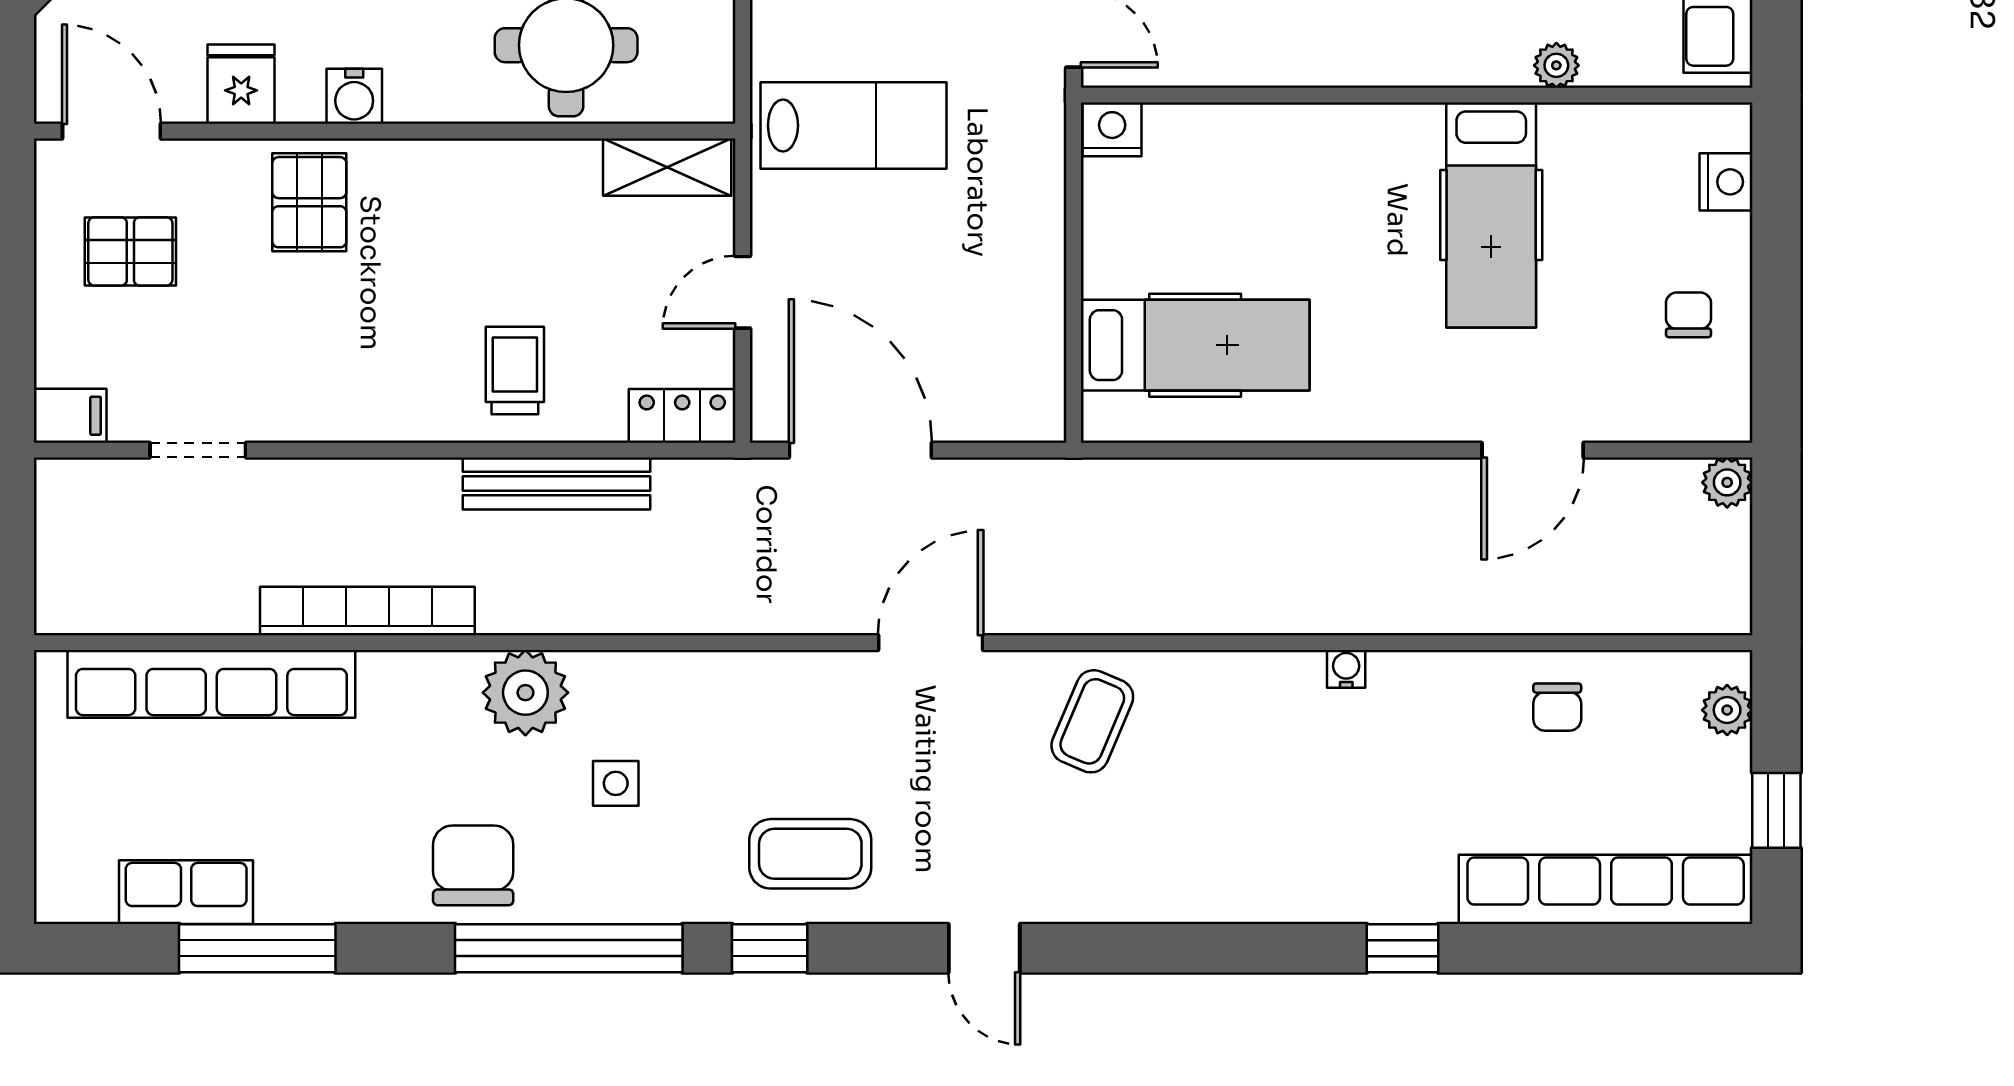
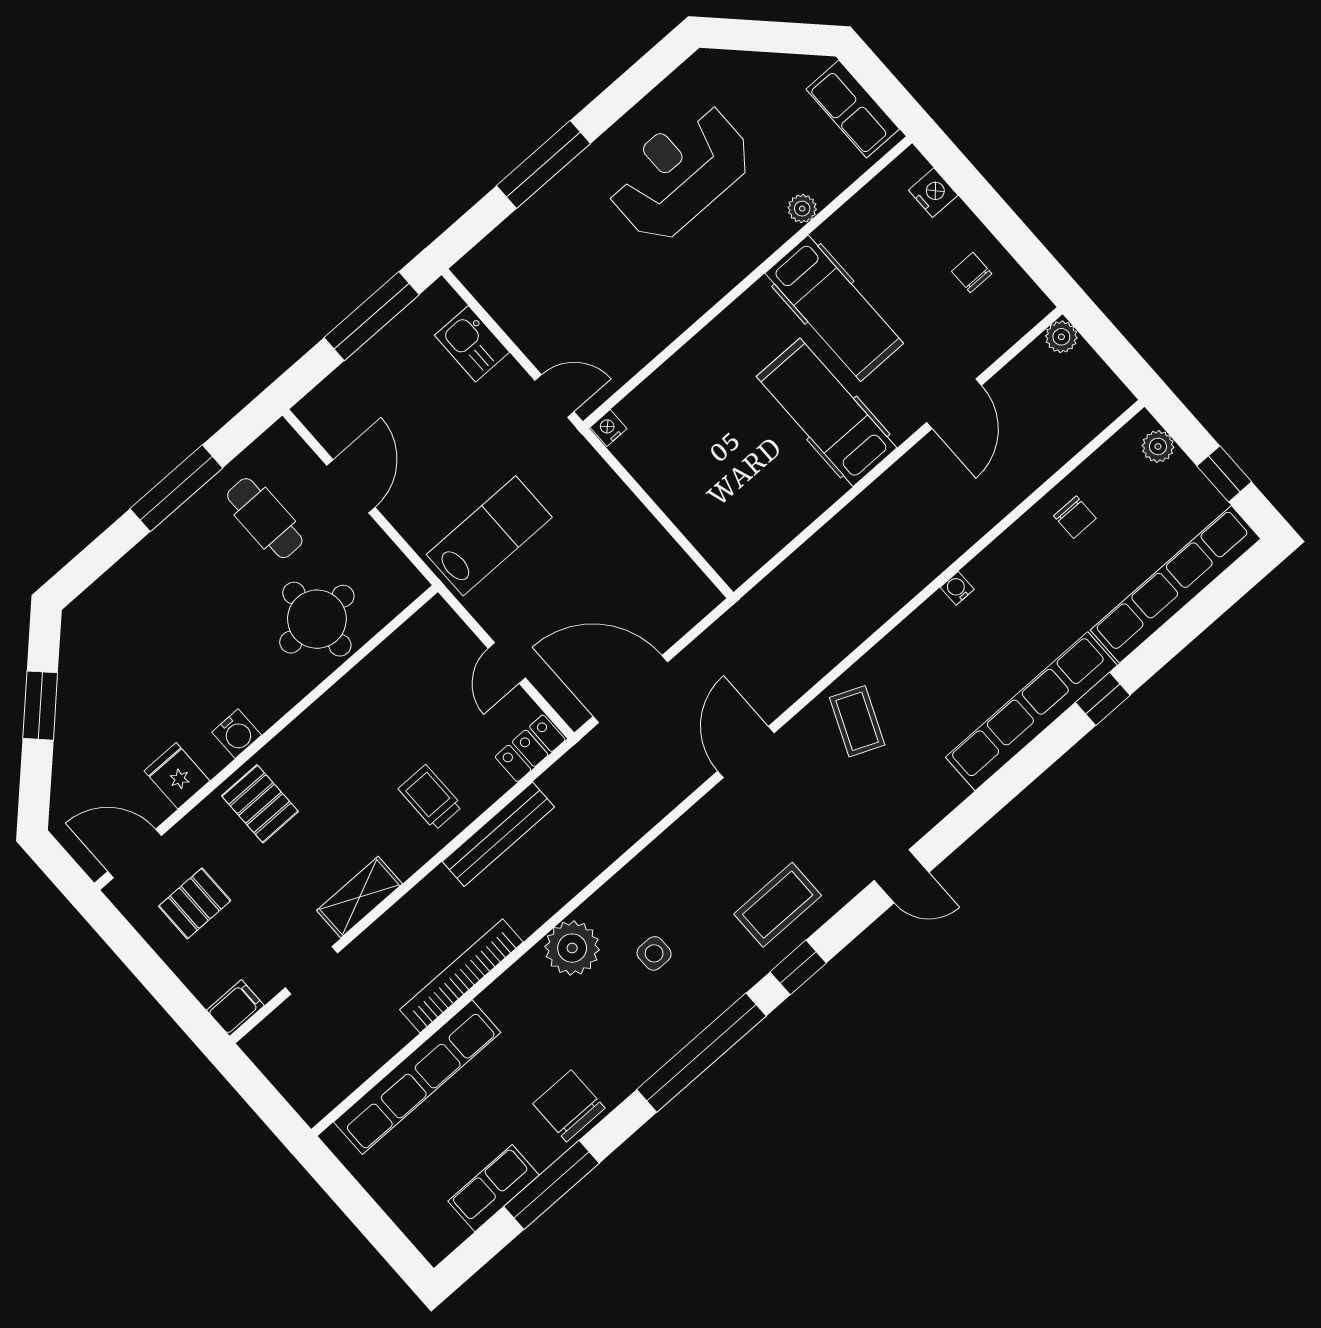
nightstand: (1112, 129) -> (609, 428), width x0.72, depth x0.74
shelving: (667, 167) -> (359, 897), moved
hospital bed: (1195, 345) -> (827, 412), moved, turned -90
chair: (473, 865) -> (569, 1106), moved
row of seats: (1306, 889) -> (1031, 711), added

